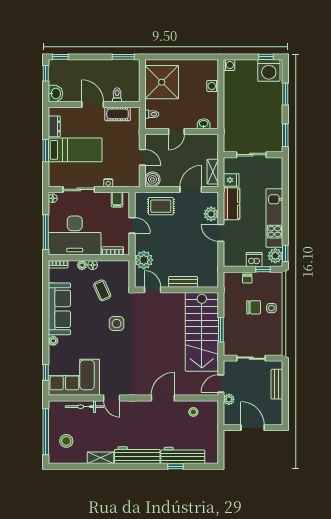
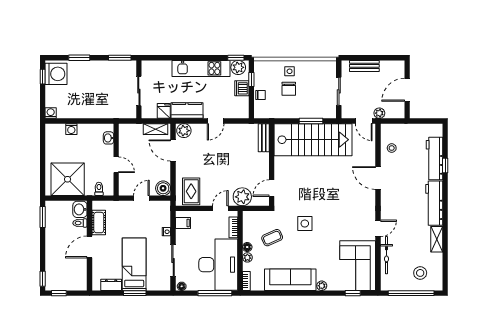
washbasin: (55, 94) -> (80, 209), moved, turned -90
rug: (161, 206) -> (191, 191), moved
plant: (211, 214) -> (184, 131), moved
door: (132, 225) -> (220, 208), moved
bench: (183, 282) -> (264, 138), moved
chair: (254, 307) -> (289, 89), turned 180

